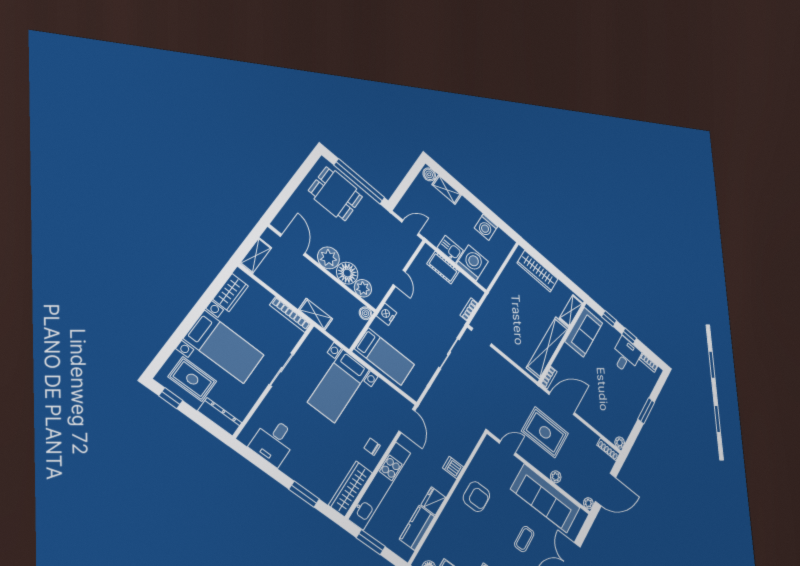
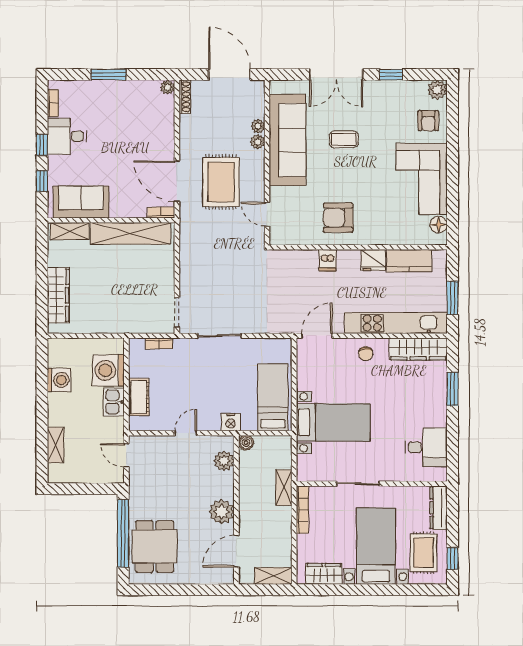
boiler: (429, 174) -> (55, 472), removed
floor lamp: (347, 273) -> (222, 485), removed
armchair: (476, 497) -> (338, 218), turned -90
plant: (588, 503) -> (258, 126), moved

